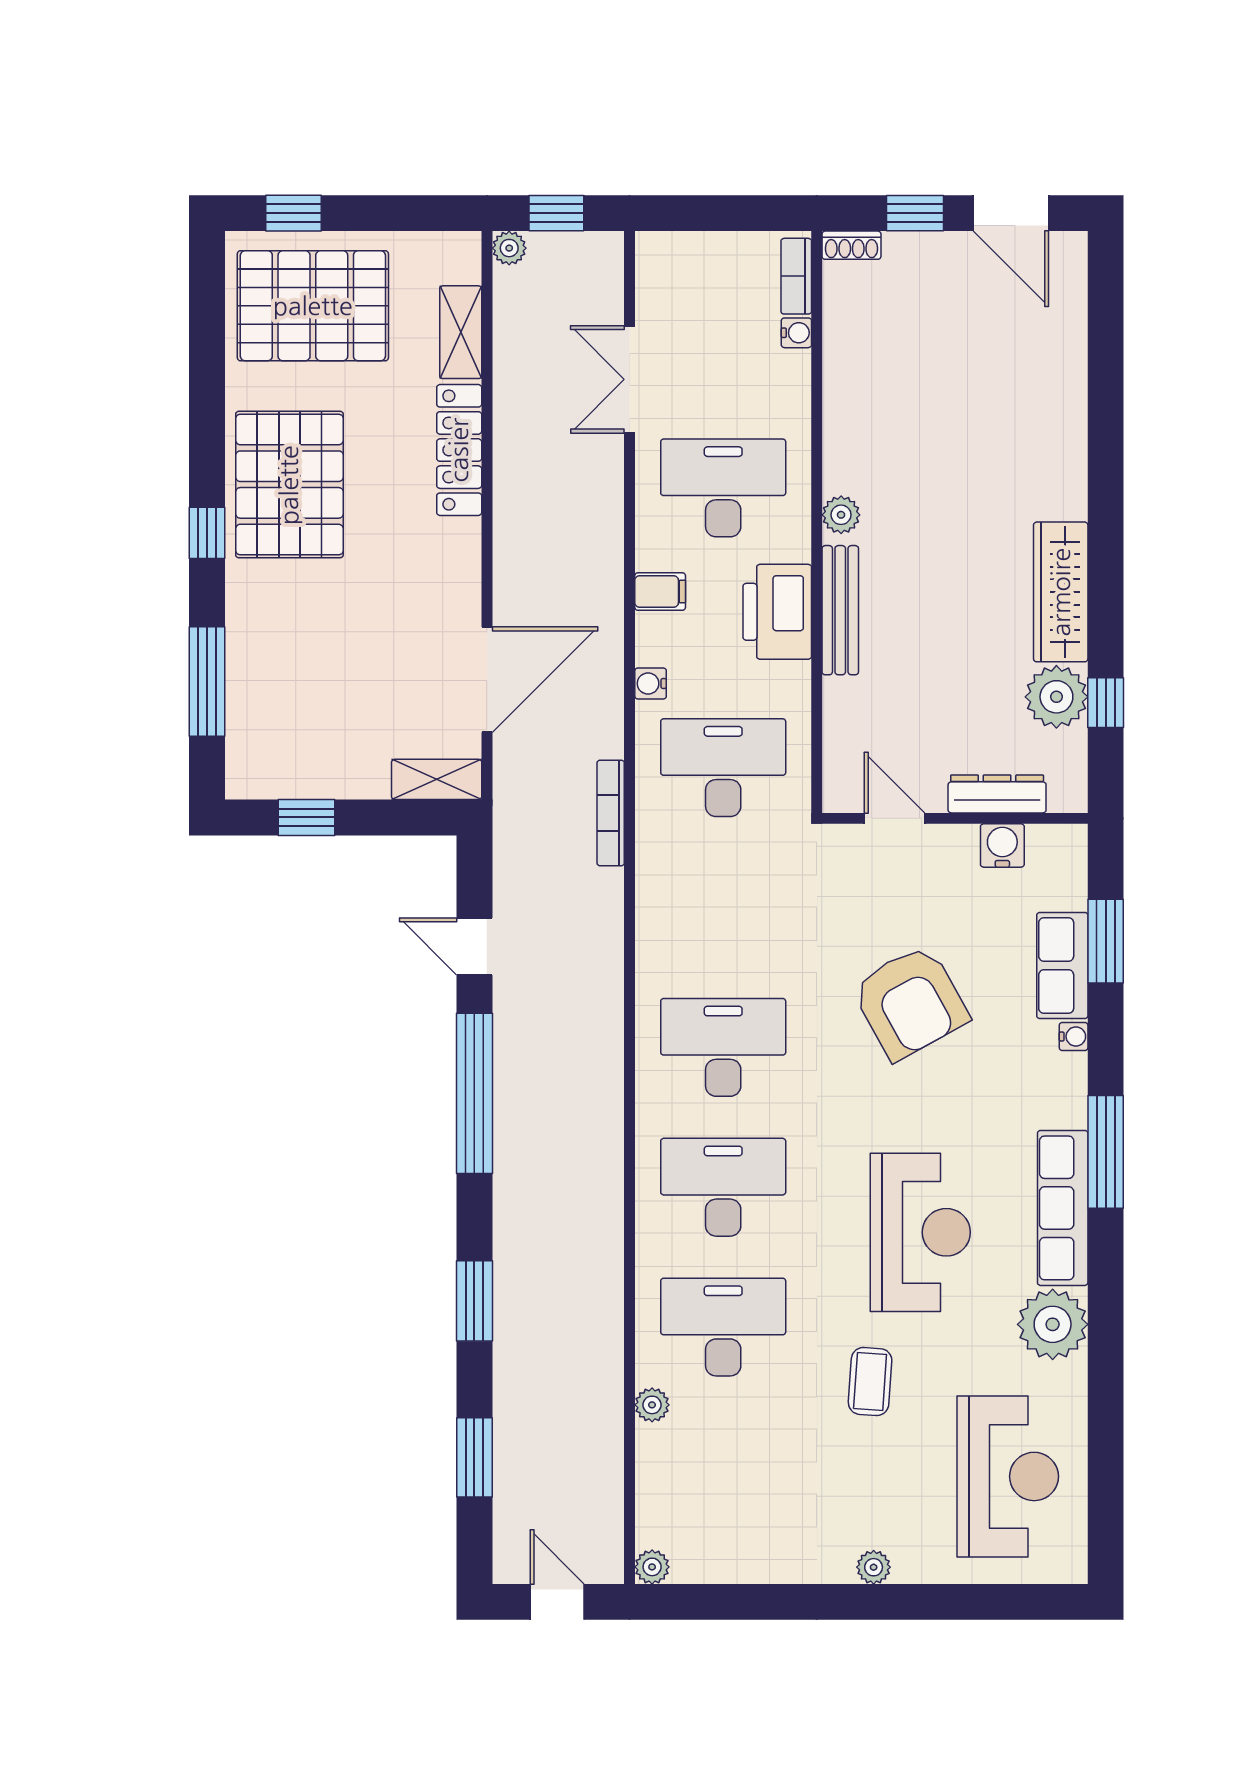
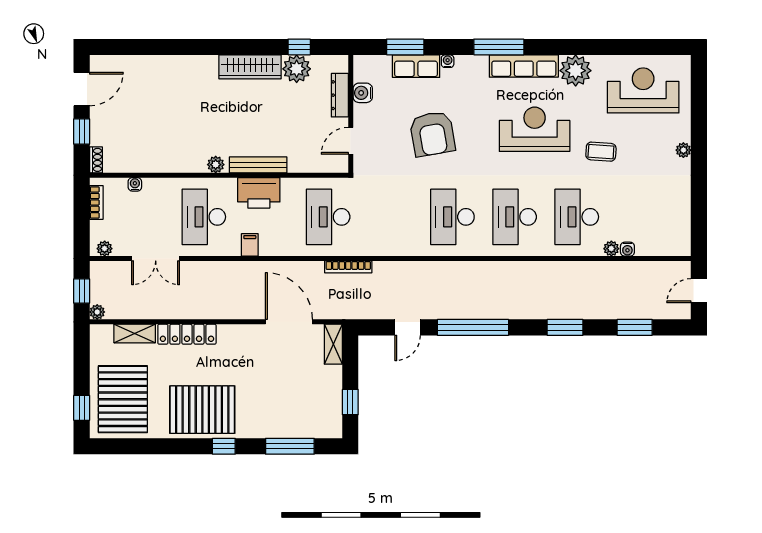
bookcase: (796, 276) -> (96, 202), moved, turned -90
water cooler: (651, 684) -> (627, 249), moved
armchair: (910, 1002) -> (432, 134), turned 109
plant: (652, 1567) -> (105, 249), moved

